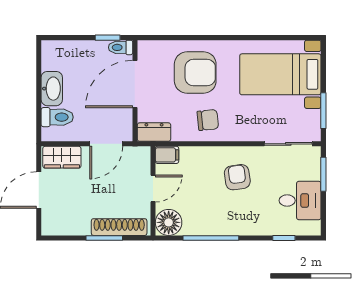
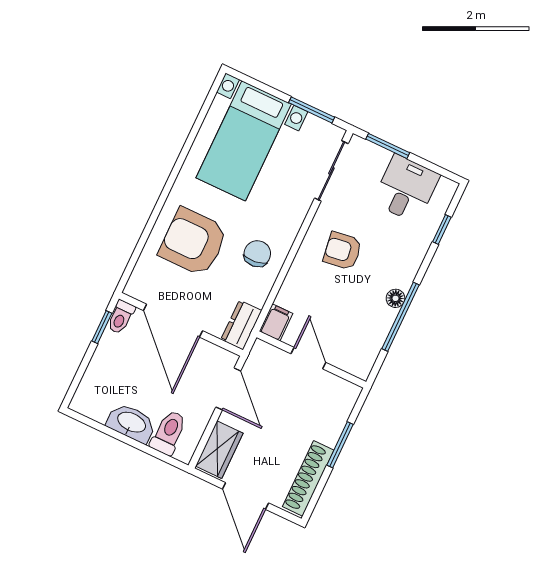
armchair: (195, 73) -> (193, 242), turned -90
floor lamp: (169, 222) -> (396, 298), moved, width x0.53, depth x0.53
shoe rack: (119, 227) -> (308, 478), moved

